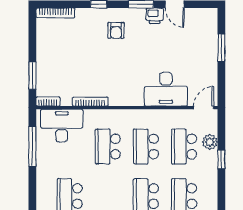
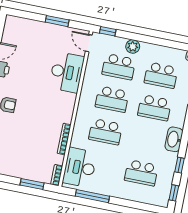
window: (221, 48) -> (57, 21), moved
plant: (210, 142) -> (133, 47), moved
window: (221, 159) -> (108, 31), moved

